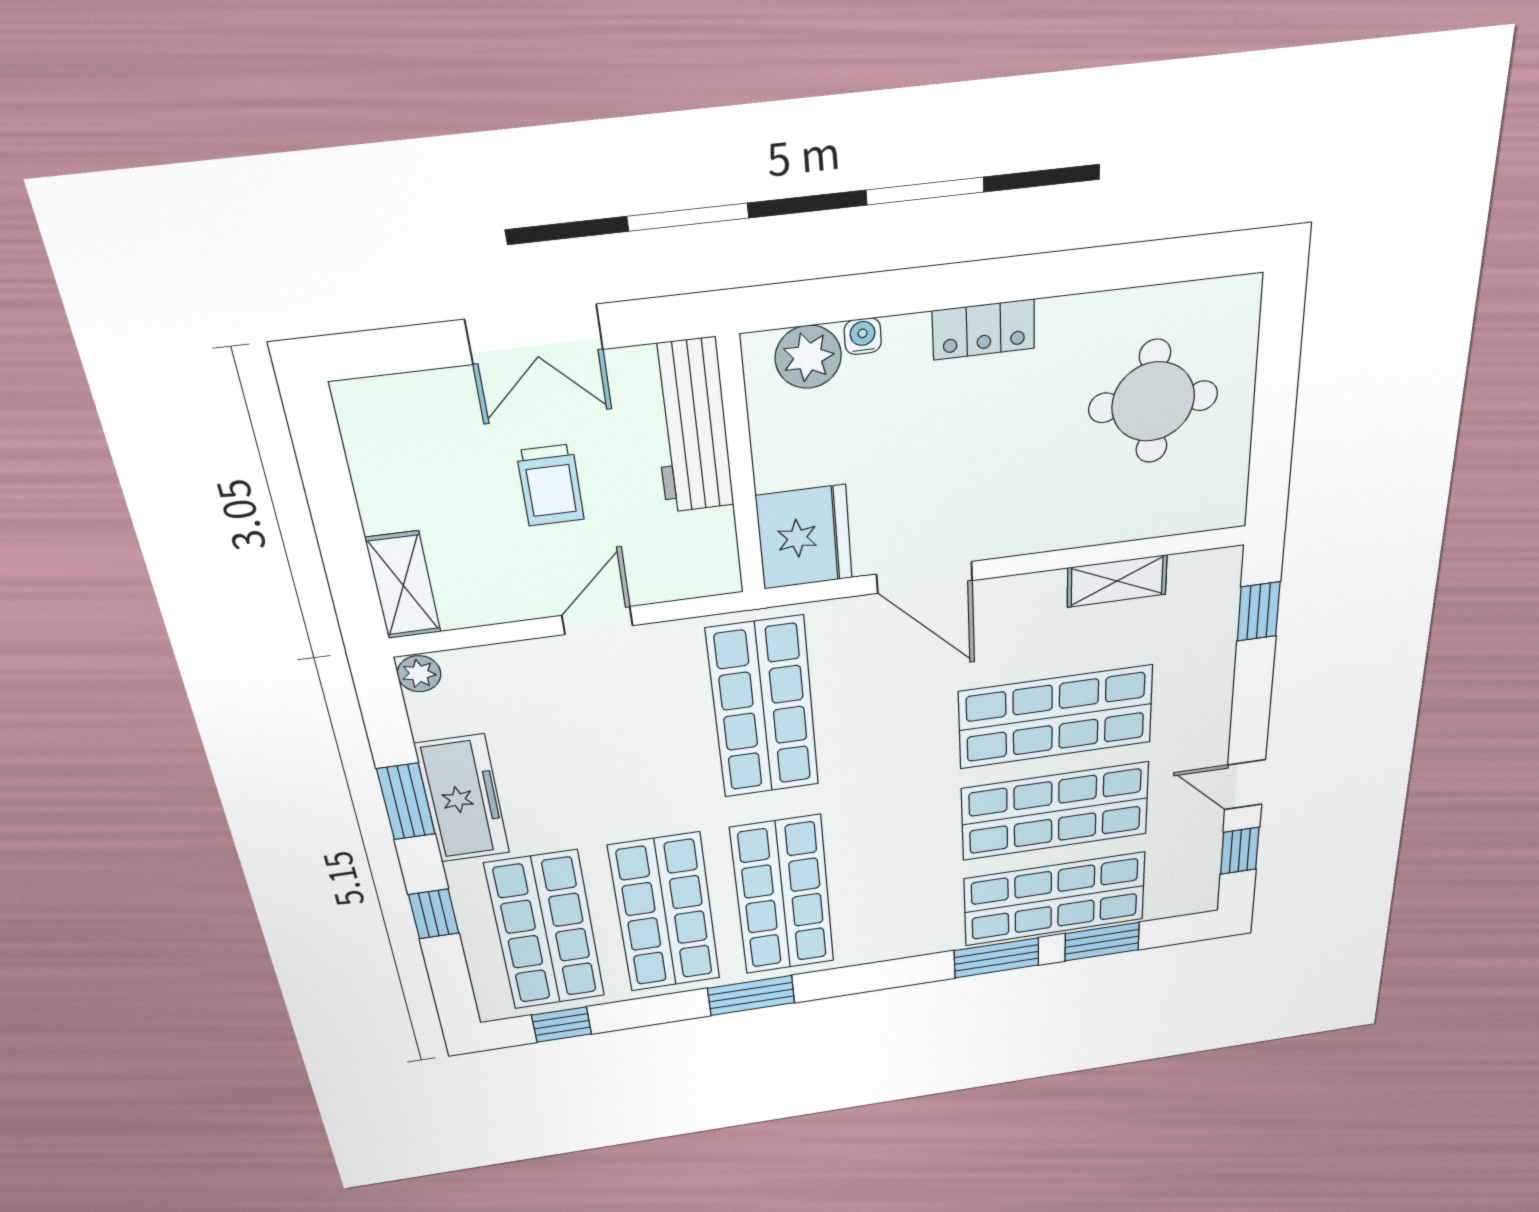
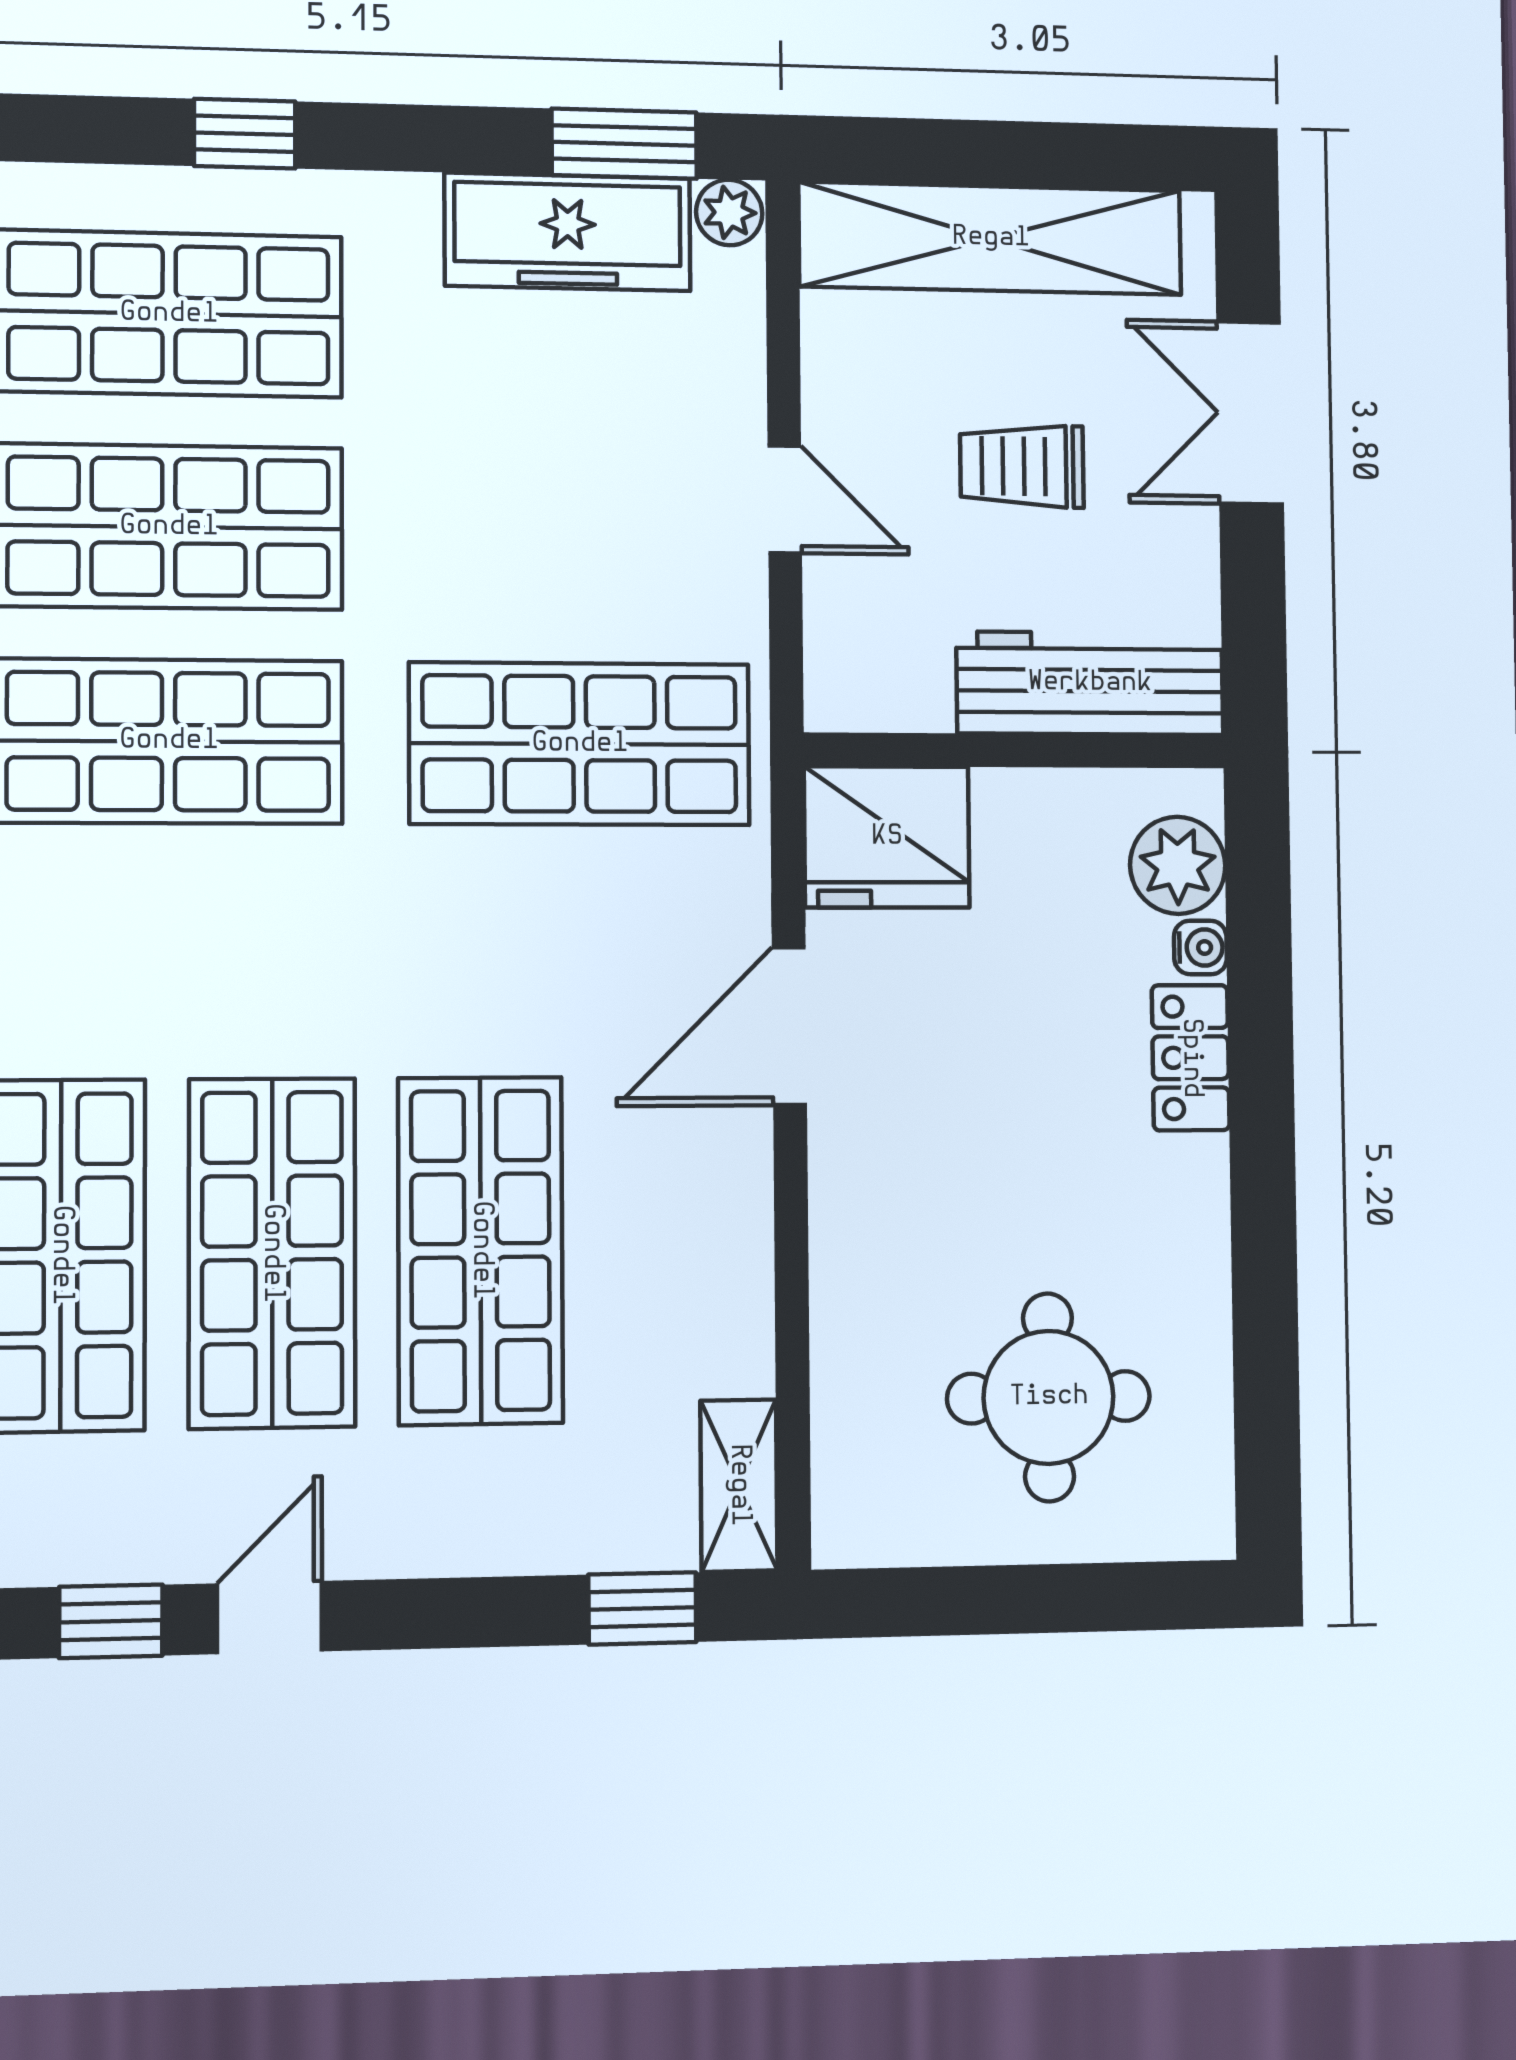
locker: (984, 330) -> (1191, 1058), moved
double door: (534, 334) -> (1250, 413), moved
shelving: (1117, 581) -> (739, 1485), moved
shelving: (403, 585) -> (991, 238), width x2.20, depth x1.33
freezer: (463, 799) -> (568, 232), moved
window: (406, 802) -> (624, 144), moved

